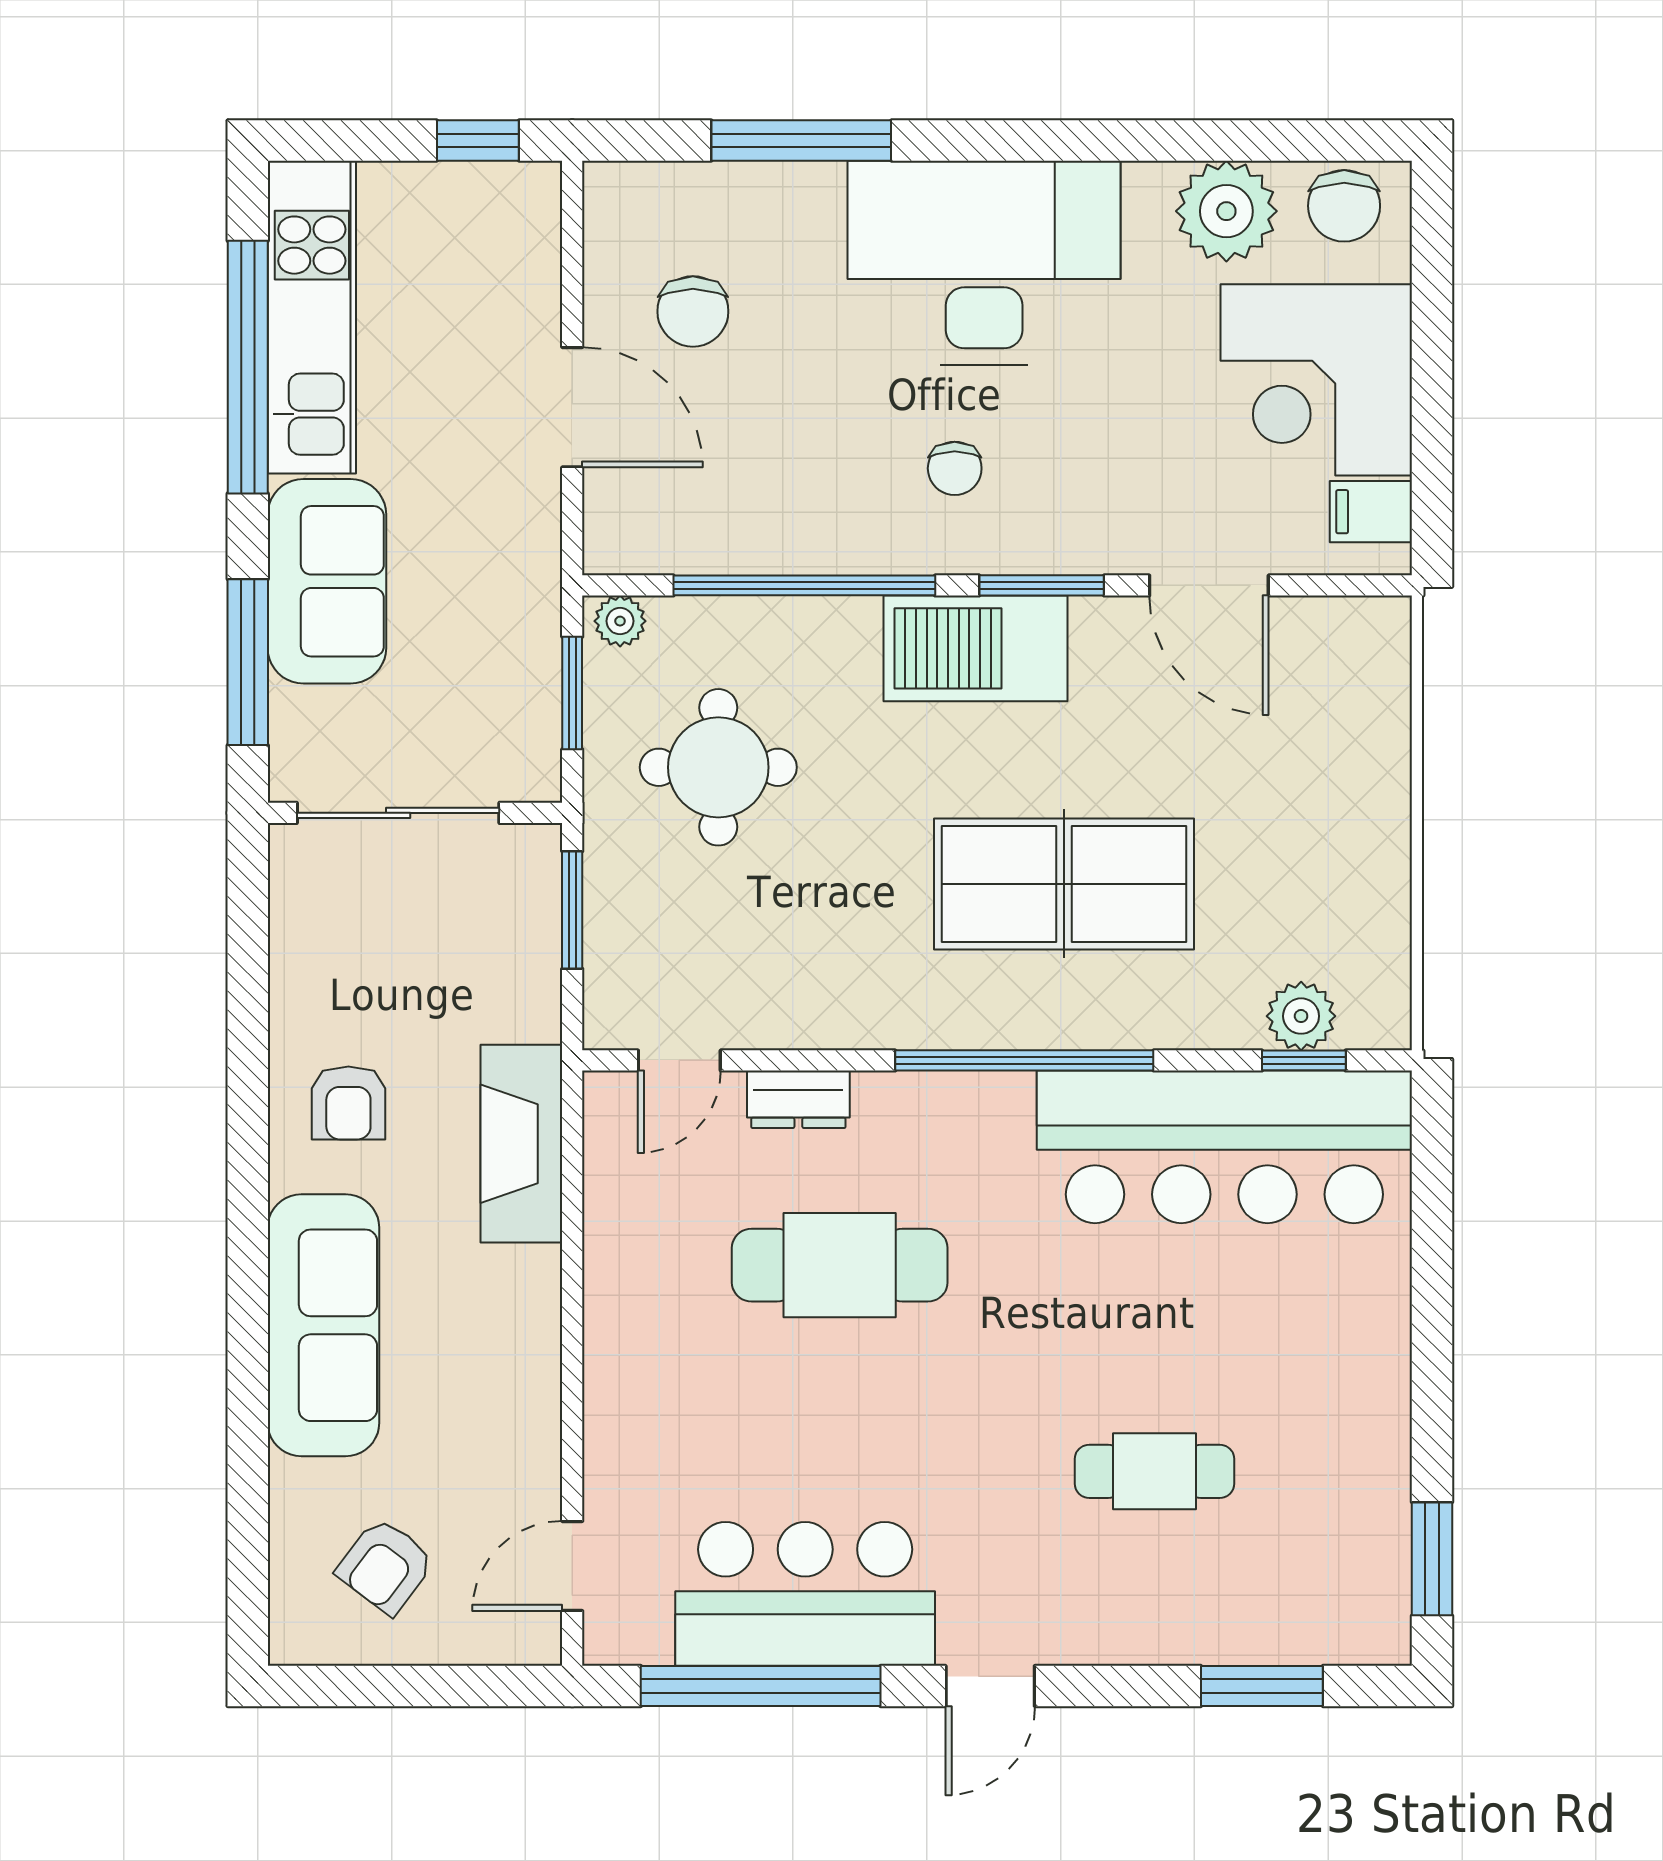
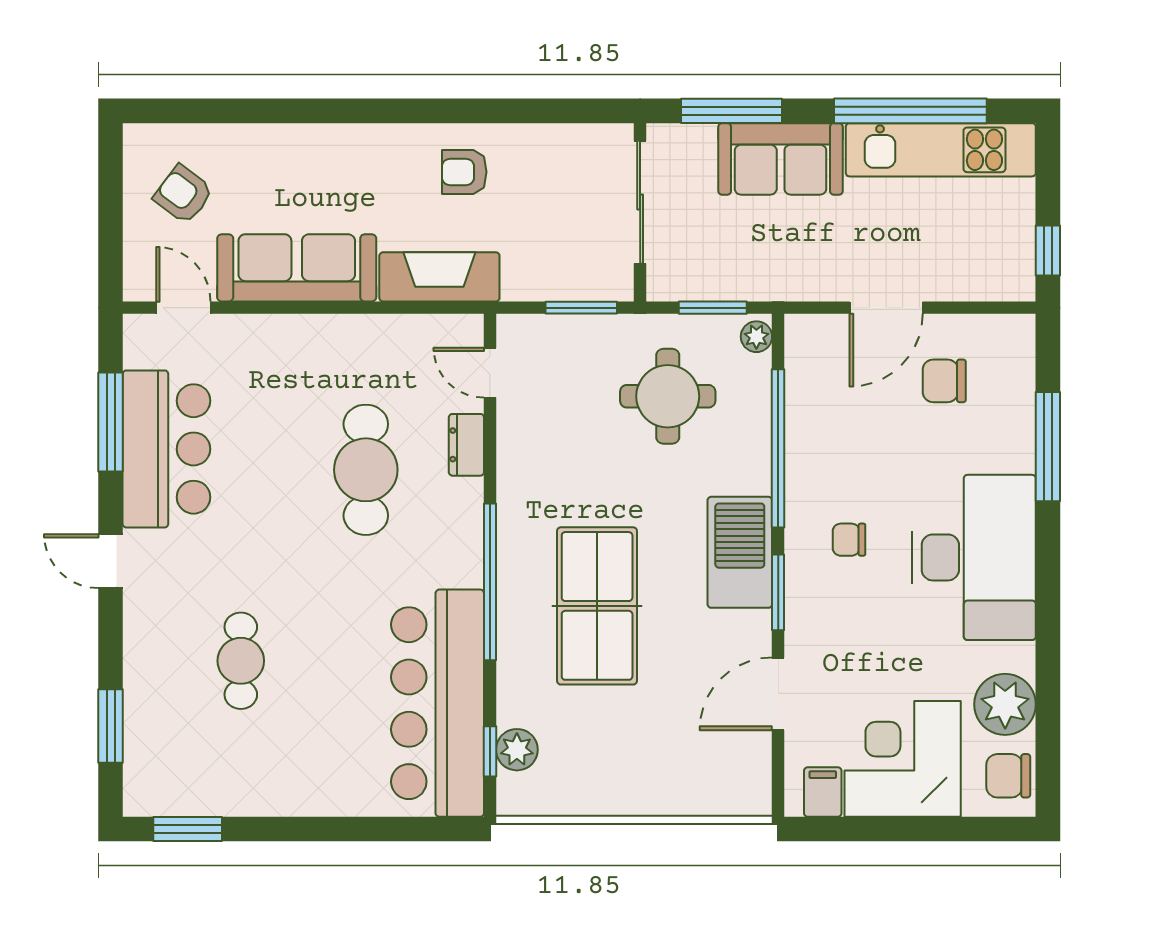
sofa: (323, 1325) -> (297, 268), moved, turned 180
window: (761, 1686) -> (111, 422), width x0.68

